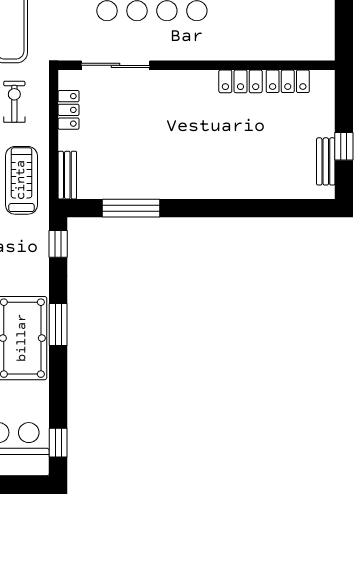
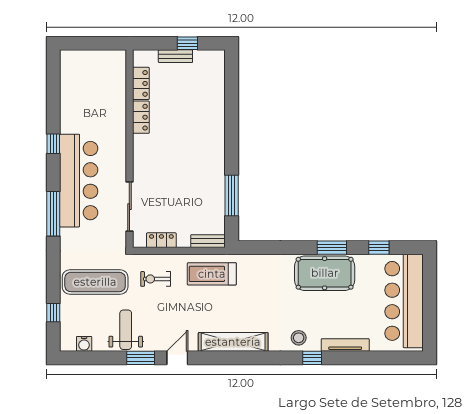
bench: (326, 161) -> (175, 56), moved
window: (58, 244) -> (257, 248), removed
window: (58, 324) -> (332, 248), moved
window: (58, 443) -> (379, 248), moved

